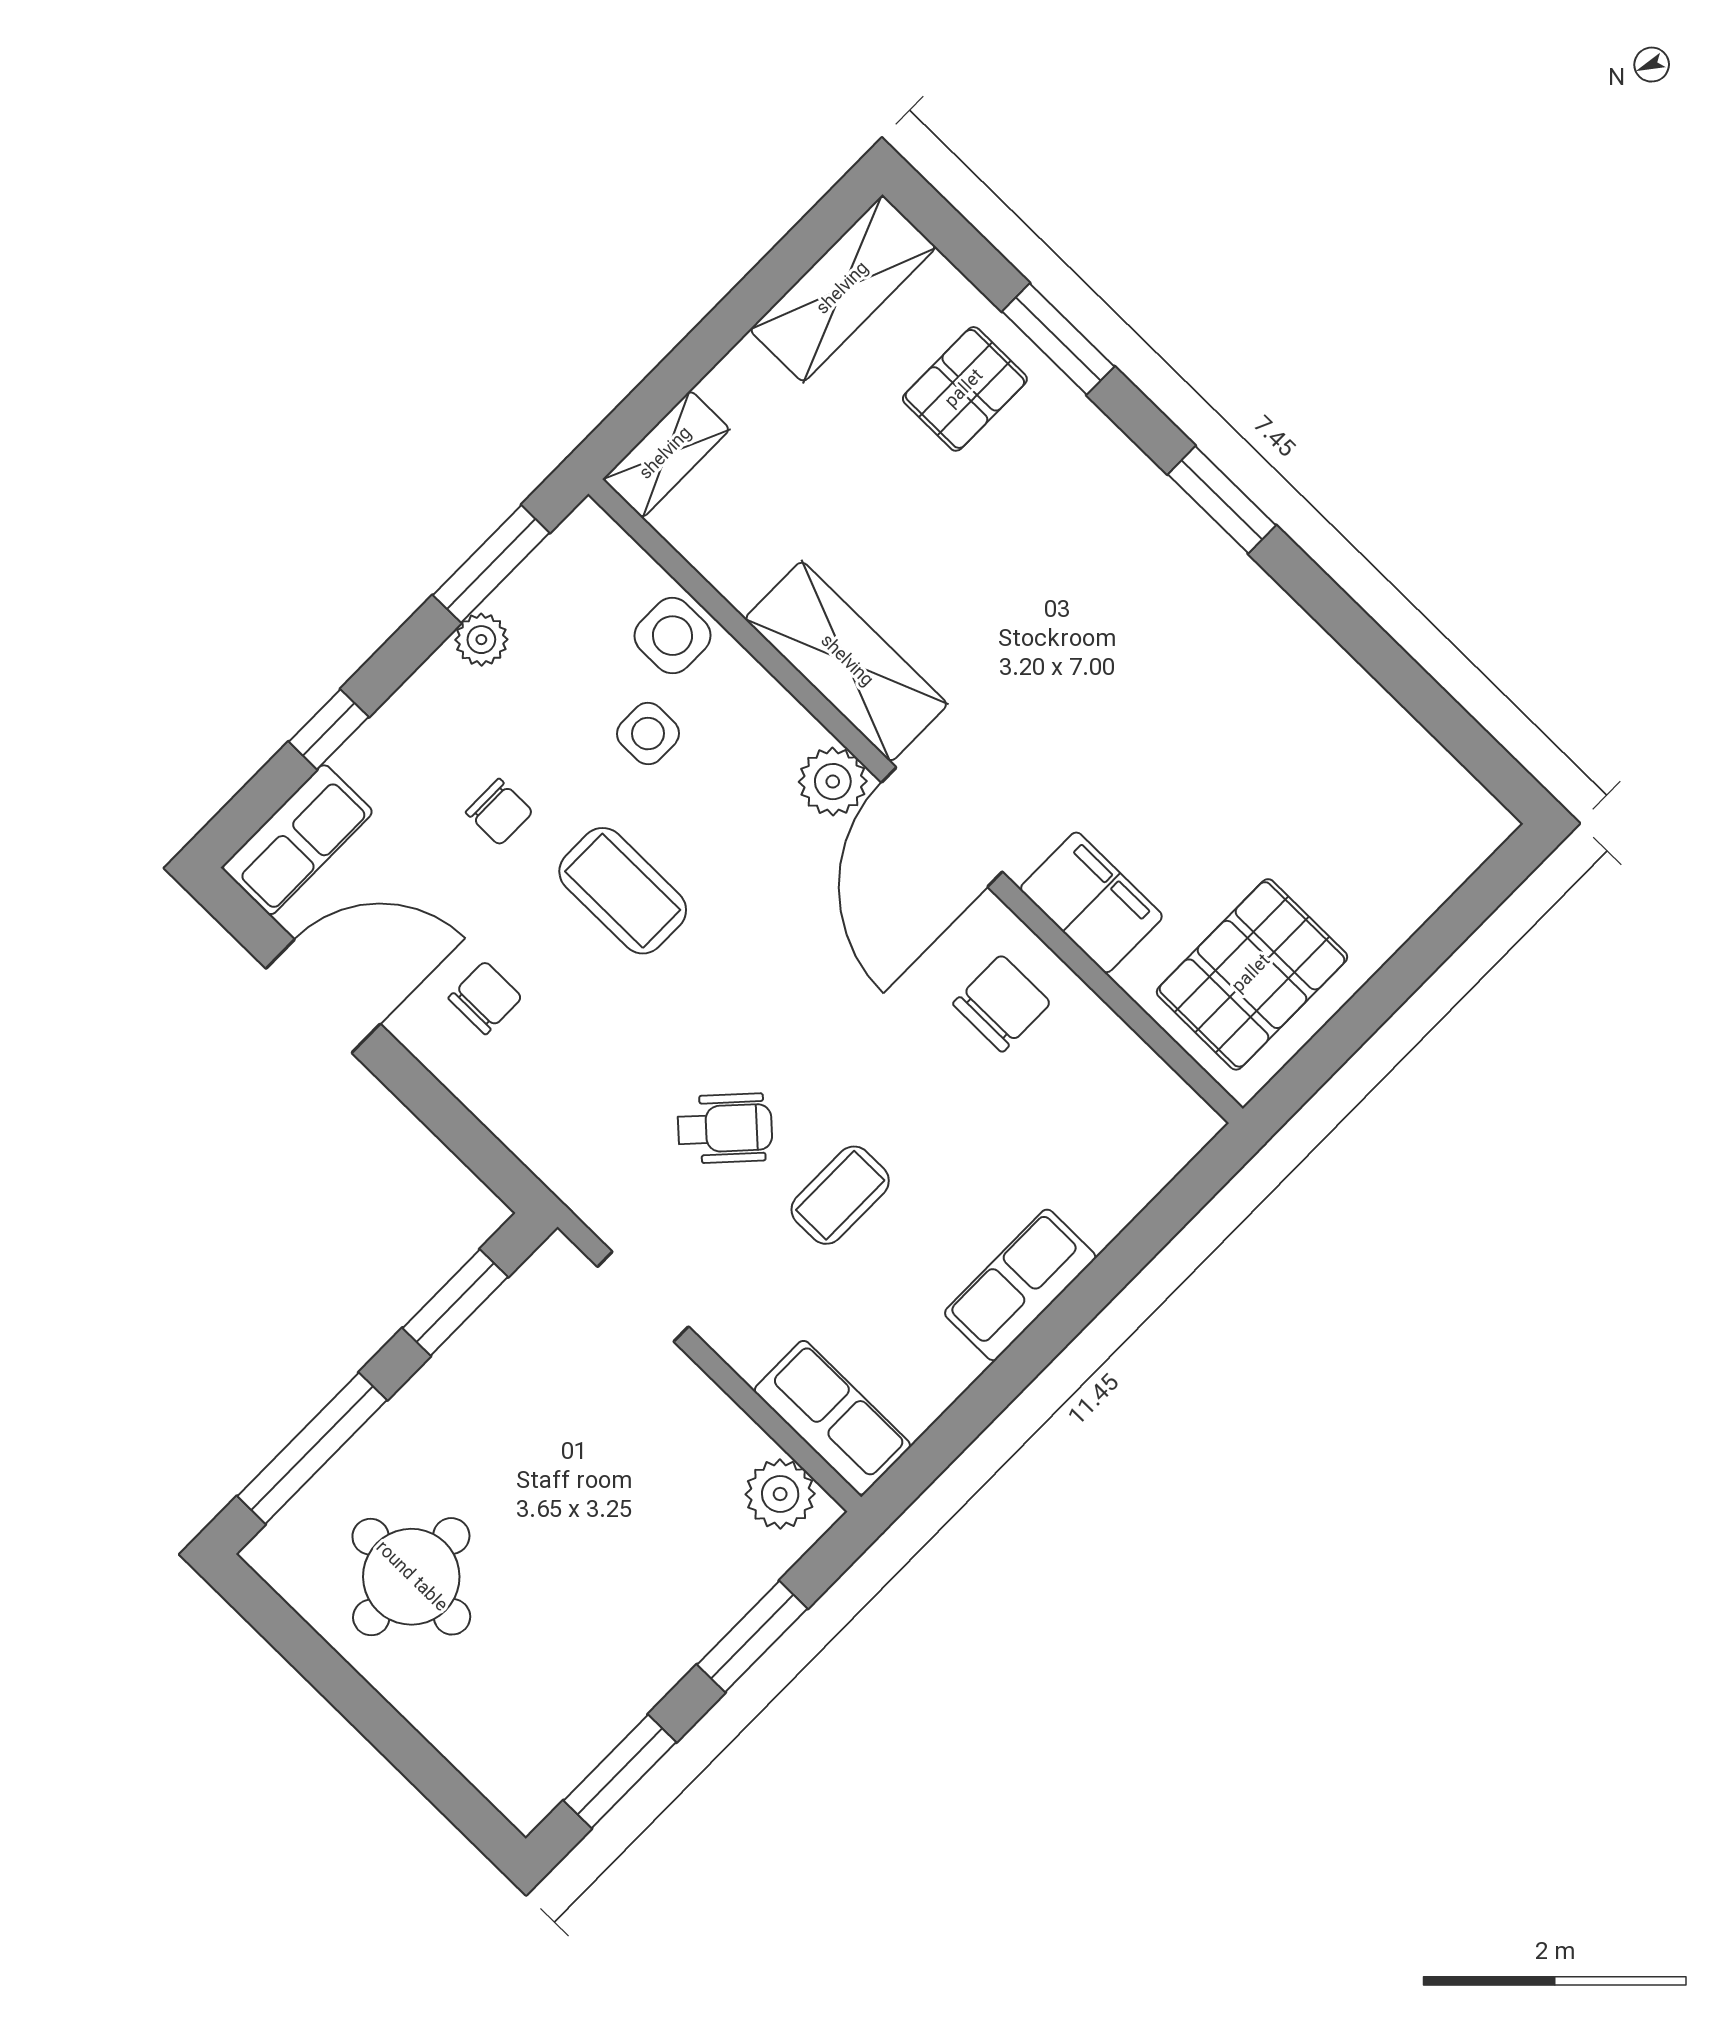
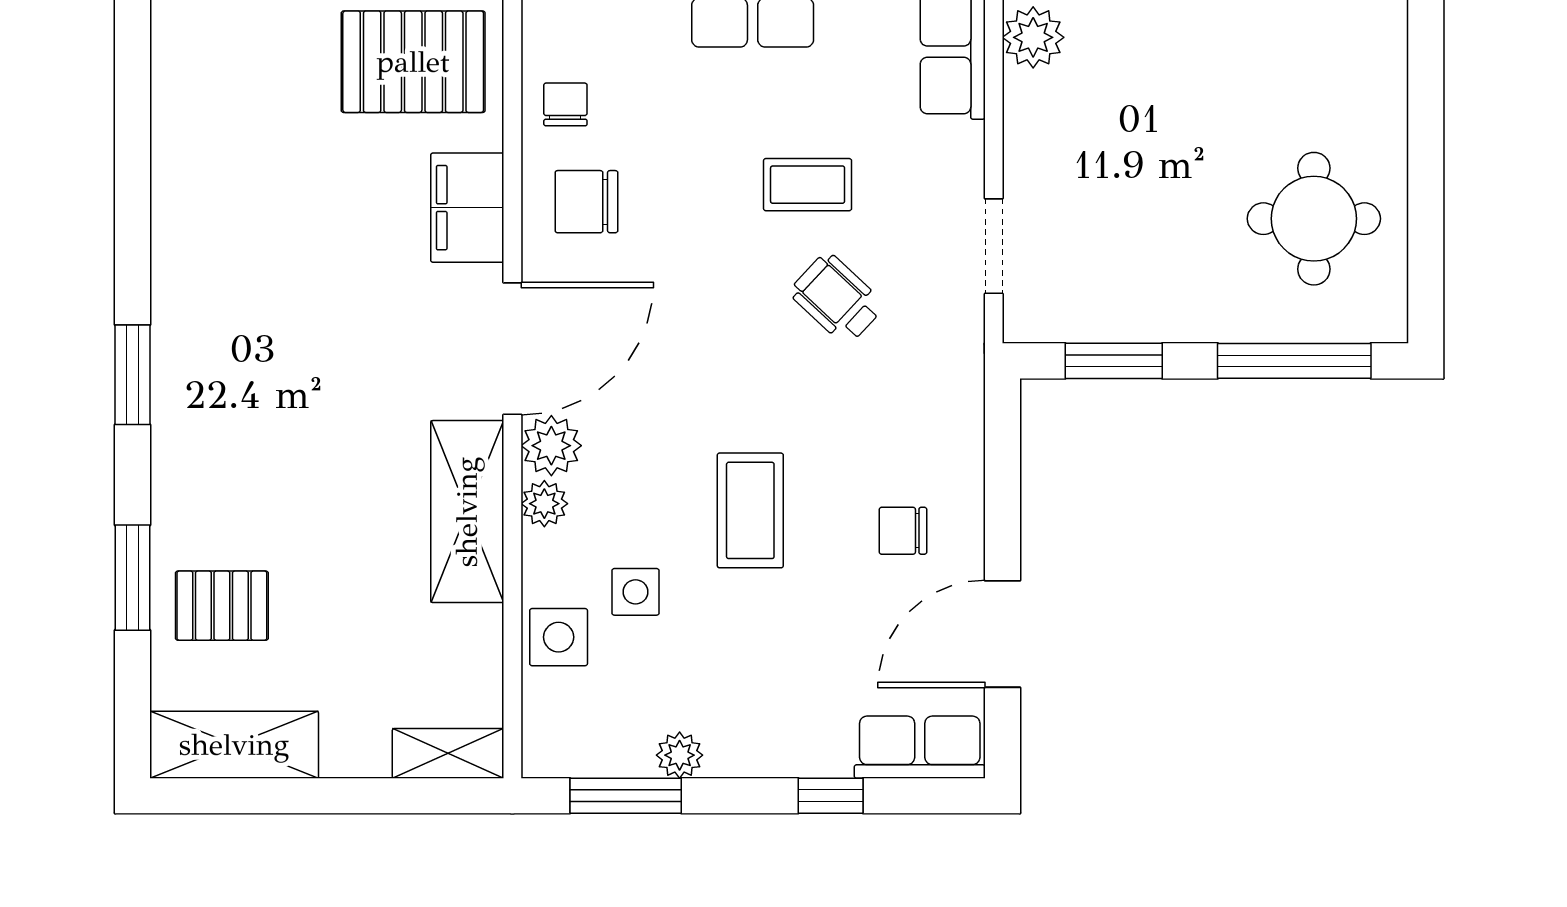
plant: (792, 730) -> (544, 504), added
chair: (499, 812) -> (565, 104), moved
door: (323, 996) -> (1002, 634), hinge flipped

